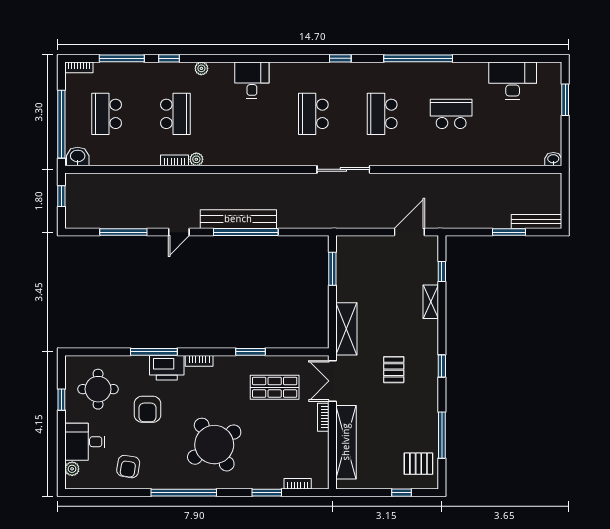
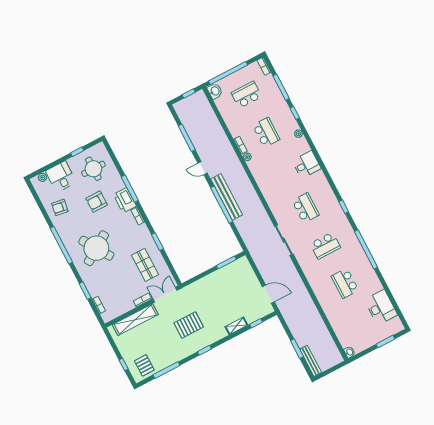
school desk: (175, 114) -> (266, 132), turned -90
school desk: (313, 114) -> (306, 208), turned 90
school desk: (382, 114) -> (325, 246), turned 180
school desk: (451, 114) -> (345, 283), turned 180
shelving: (346, 329) -> (197, 287), removed
pallet: (394, 370) -> (189, 325), width x1.50, depth x1.42

